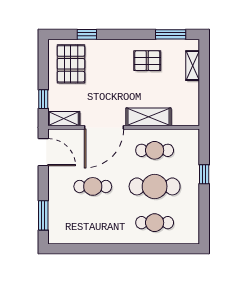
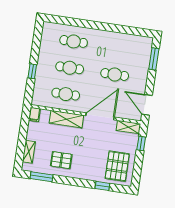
filing cabinet: (193, 117) -> (34, 114), added
cafe table: (155, 186) -> (70, 68), width x0.73, depth x0.74

